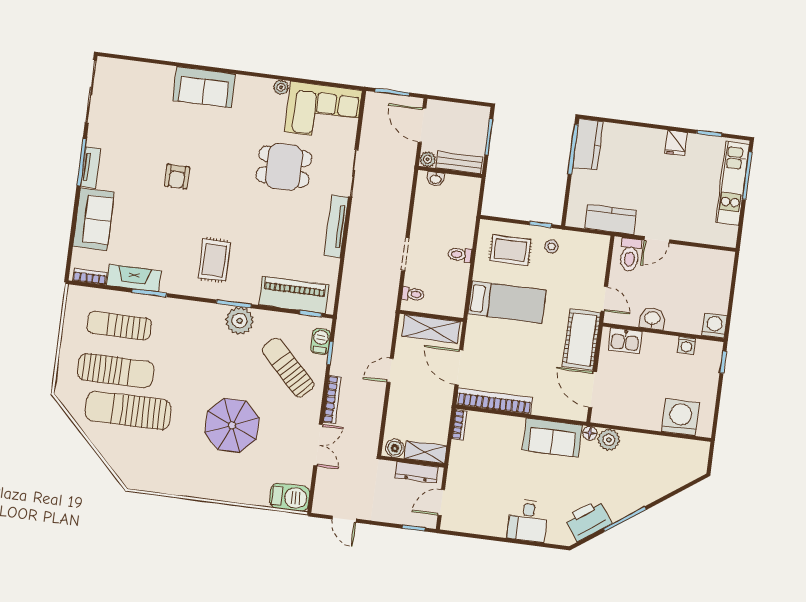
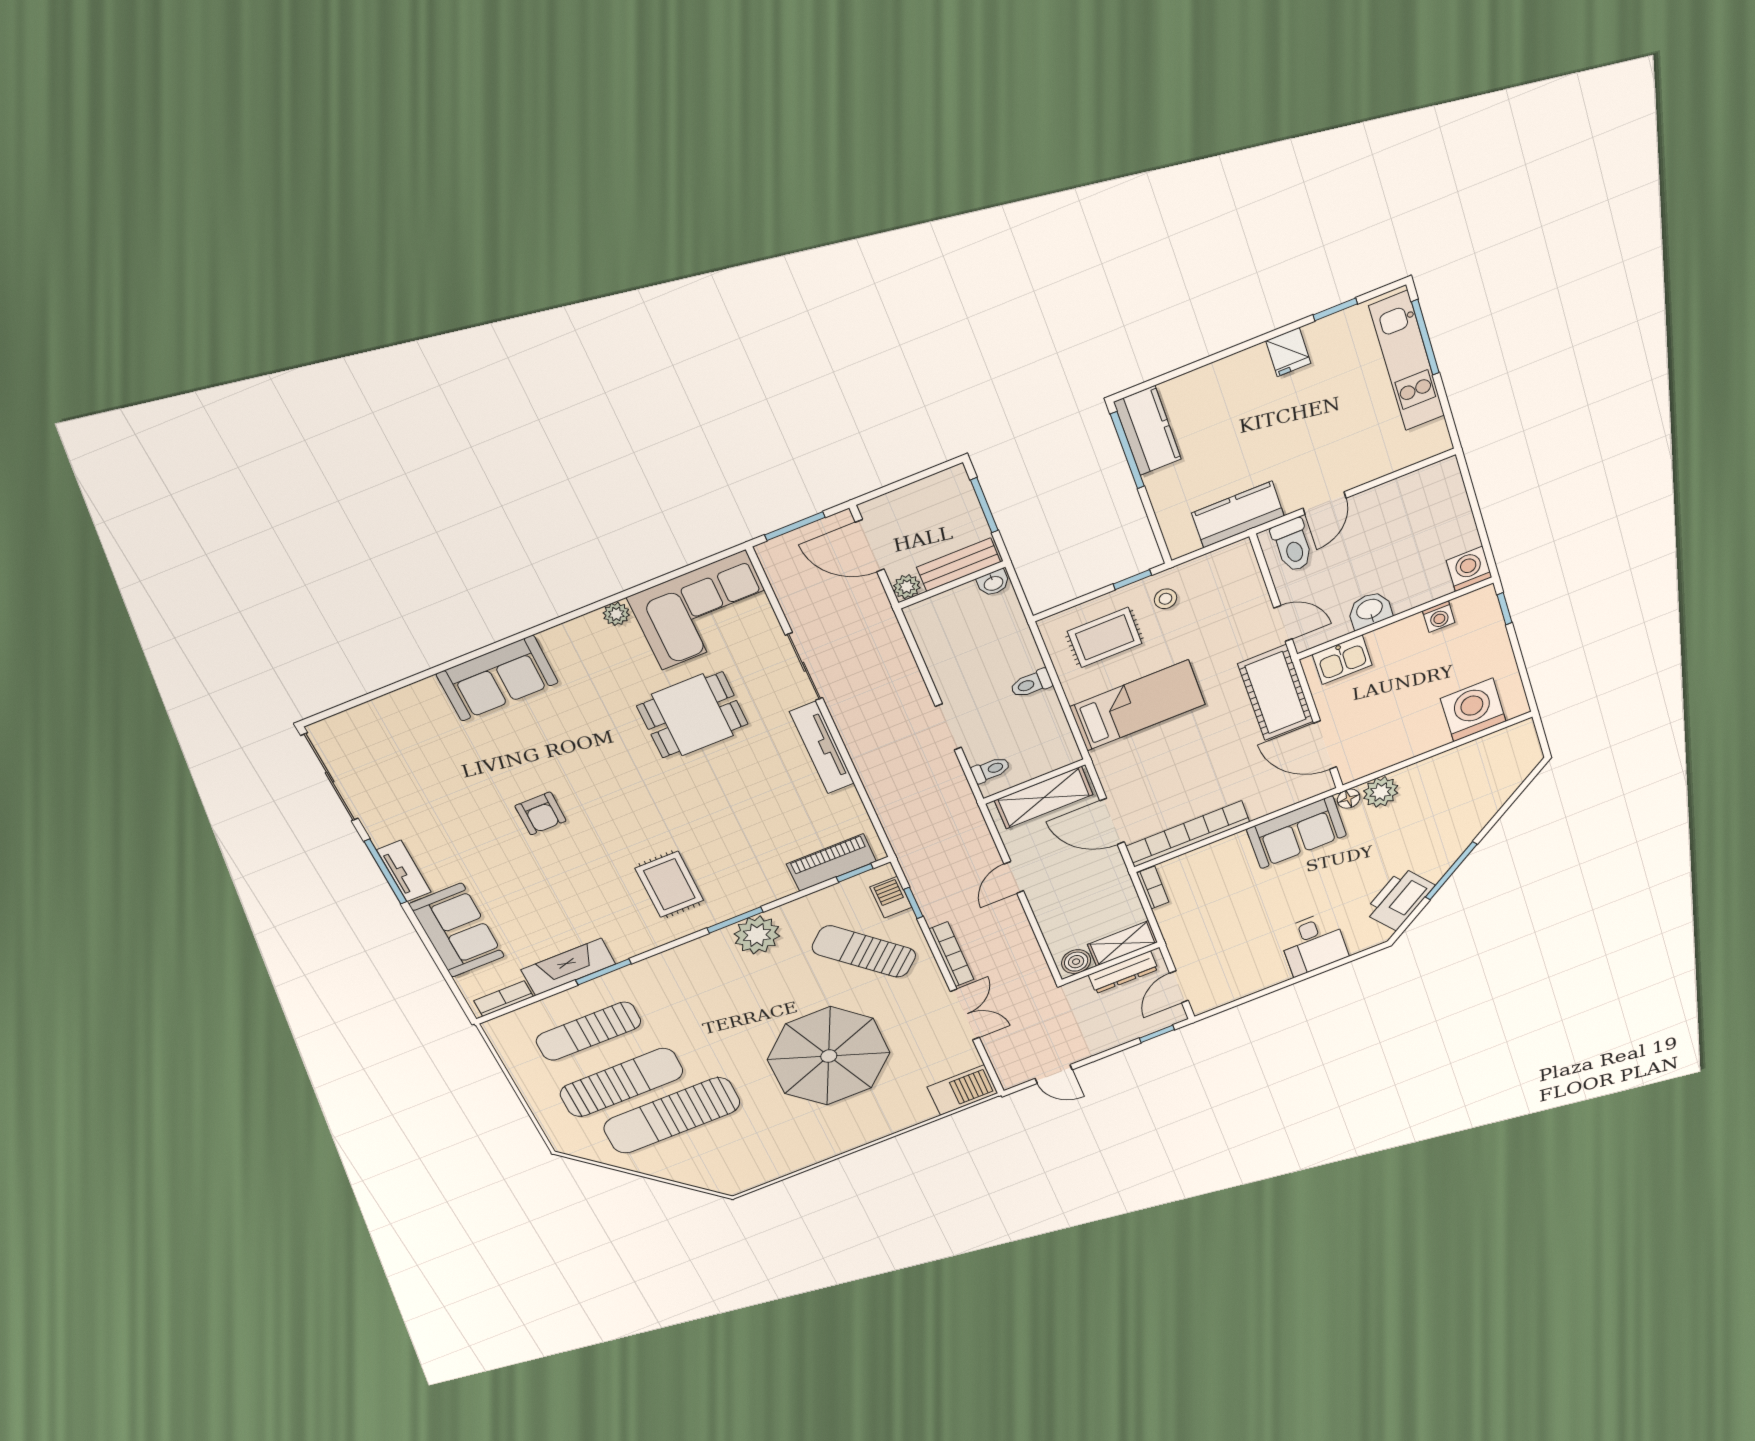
washbasin: (436, 179) -> (993, 583), moved
piano: (294, 295) -> (831, 863), width x0.73, depth x0.75
parasol: (232, 425) -> (829, 1056), width x1.36, depth x1.36

